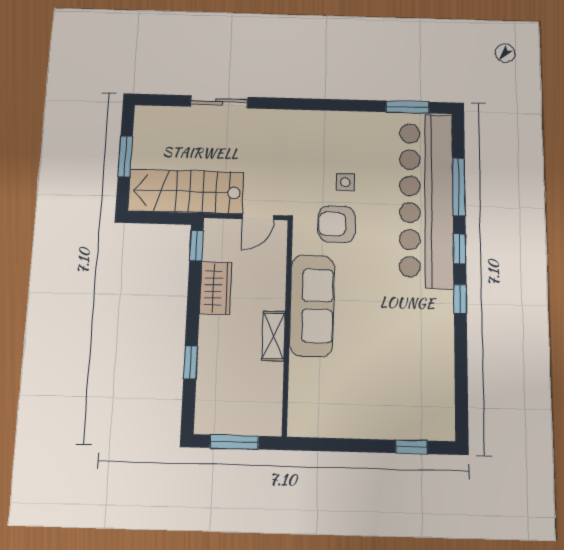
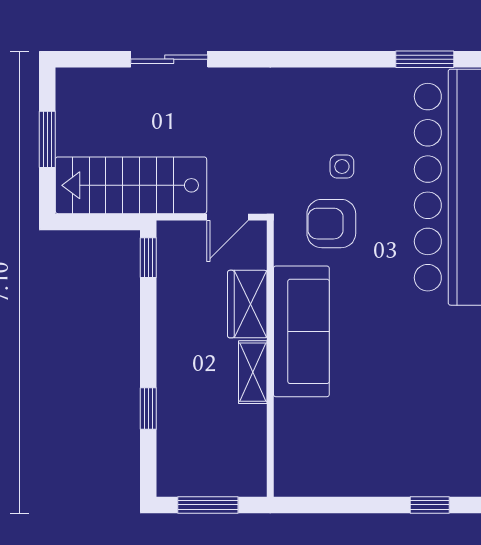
wardrobe: (216, 288) -> (247, 304), moved, turned 180

